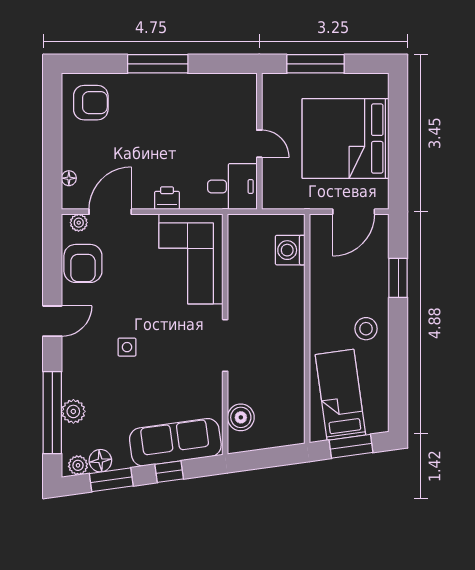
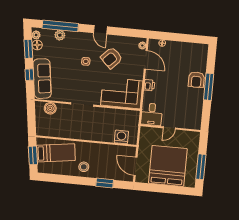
window: (315, 64) -> (201, 167), moved
armchair: (91, 103) -> (196, 80), moved
armchair: (83, 263) -> (112, 58), moved, turned -46

